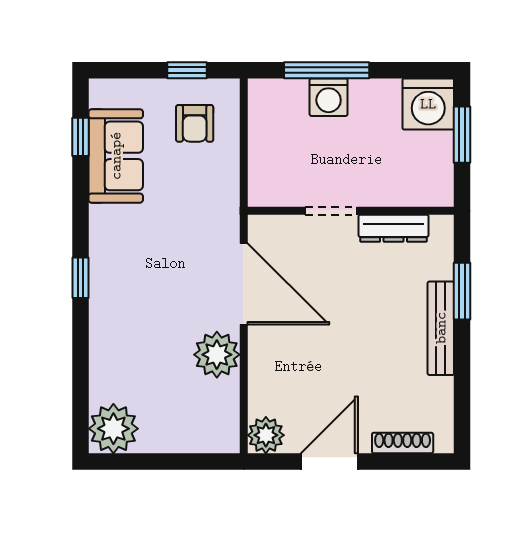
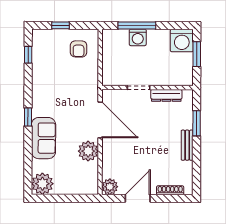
window: (187, 70) -> (61, 25), moved
sofa: (116, 156) -> (44, 138), moved
bench: (441, 328) -> (187, 145), width x0.73

